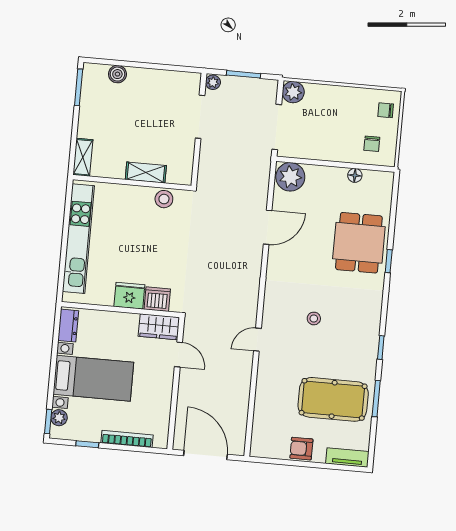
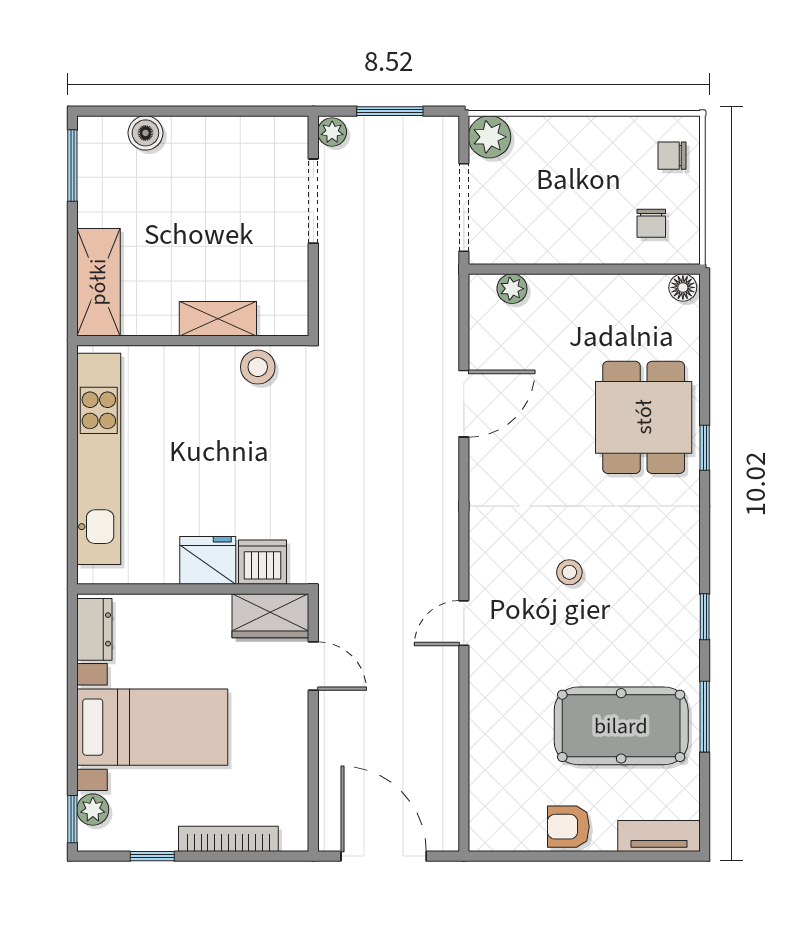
shelving: (83, 157) -> (98, 282), width x1.50, depth x1.33
floor lamp: (355, 175) -> (683, 287), moved
plant: (290, 177) -> (512, 289), width x0.53, depth x0.53

